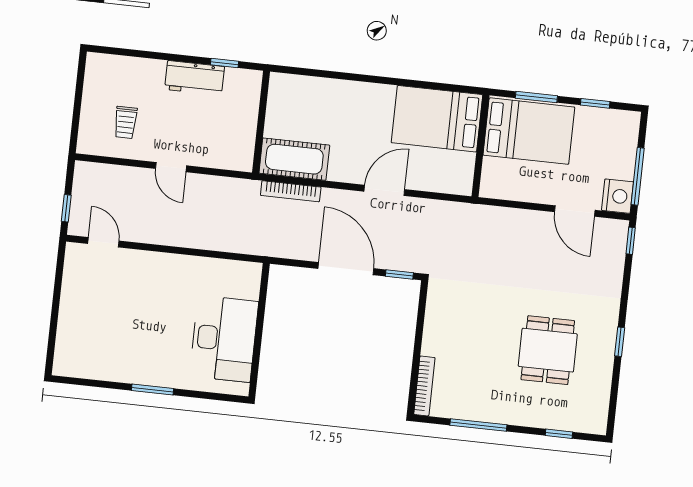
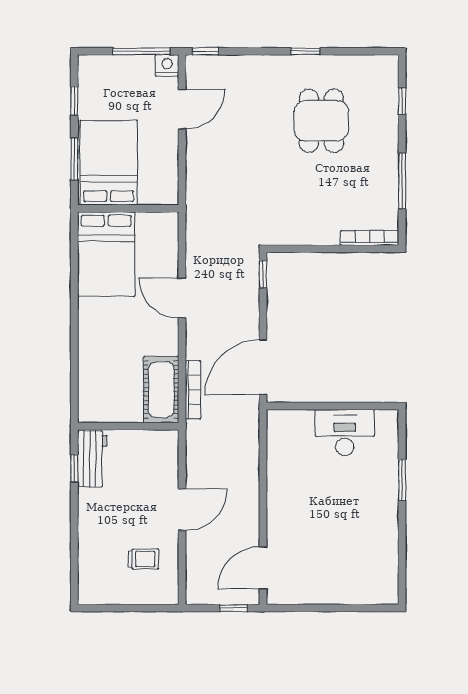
workbench: (195, 78) -> (92, 459), moved
door: (171, 167) -> (182, 510), width x1.38
nightstand: (618, 196) -> (167, 65), width x0.74, depth x0.75
door: (103, 242) -> (263, 568), width x1.38
door: (346, 269) -> (263, 367), moved
desk: (224, 339) -> (345, 433), width x0.73, depth x0.77
dining table: (548, 350) -> (321, 121), turned 90
window: (153, 390) -> (402, 480), moved

